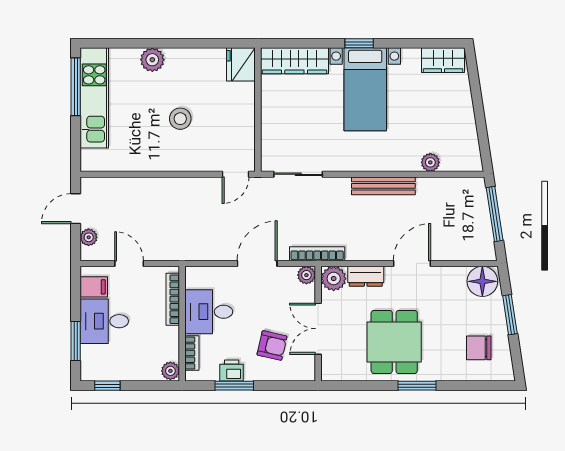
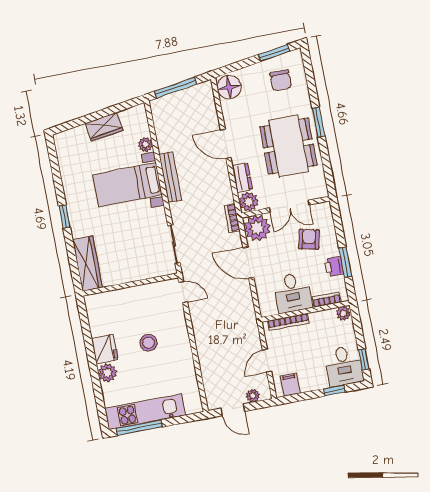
wardrobe: (443, 60) -> (104, 127), moved, turned 81
fridge: (241, 64) -> (105, 349), moved, turned -90
bed with nightstands: (365, 89) -> (127, 185), moved, turned 180
bookcase: (317, 254) -> (232, 218), width x0.64
plant: (306, 275) -> (257, 228), width x1.88, depth x1.88
window: (510, 315) -> (274, 53), moved
desk: (104, 321) -> (344, 366), moved
window: (76, 341) -> (334, 390), width x0.67
dining table: (394, 342) -> (288, 146), width x1.38

